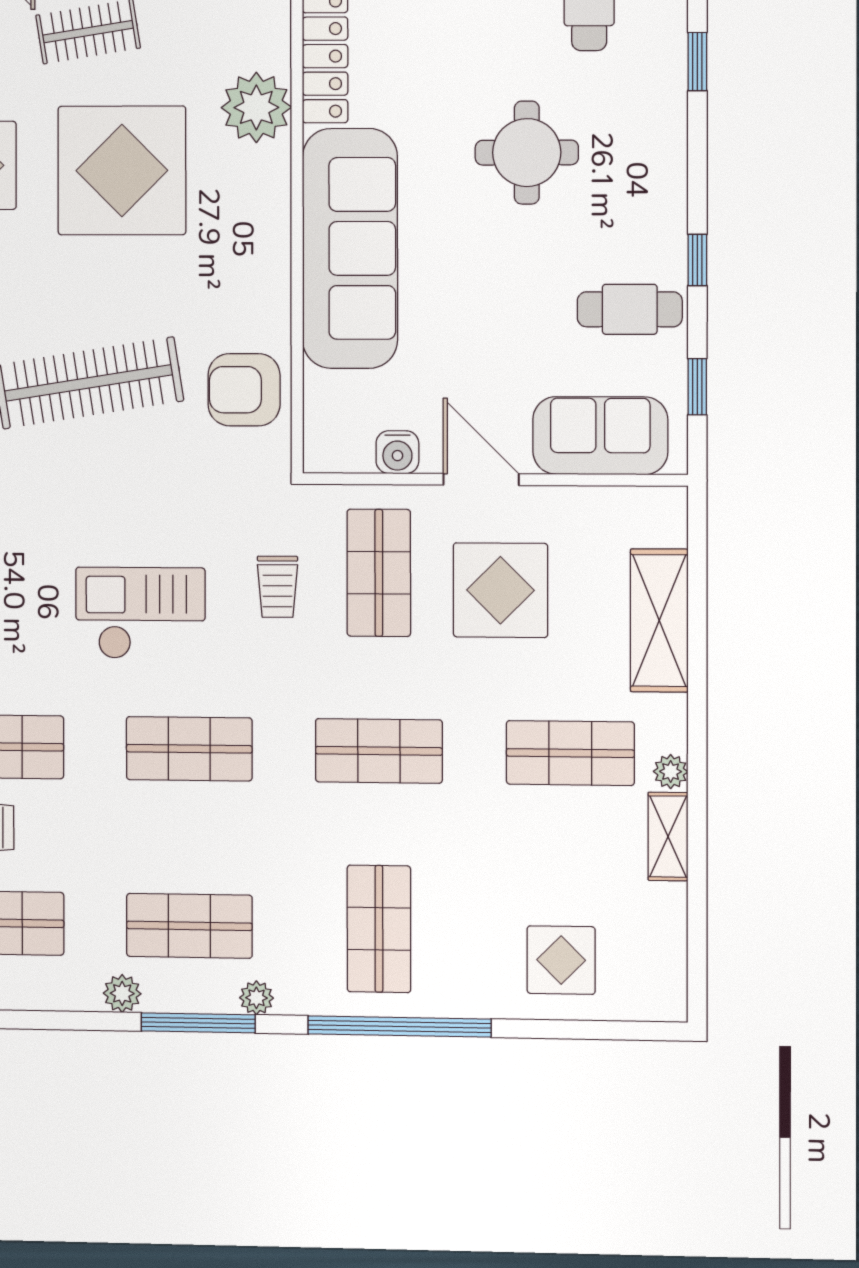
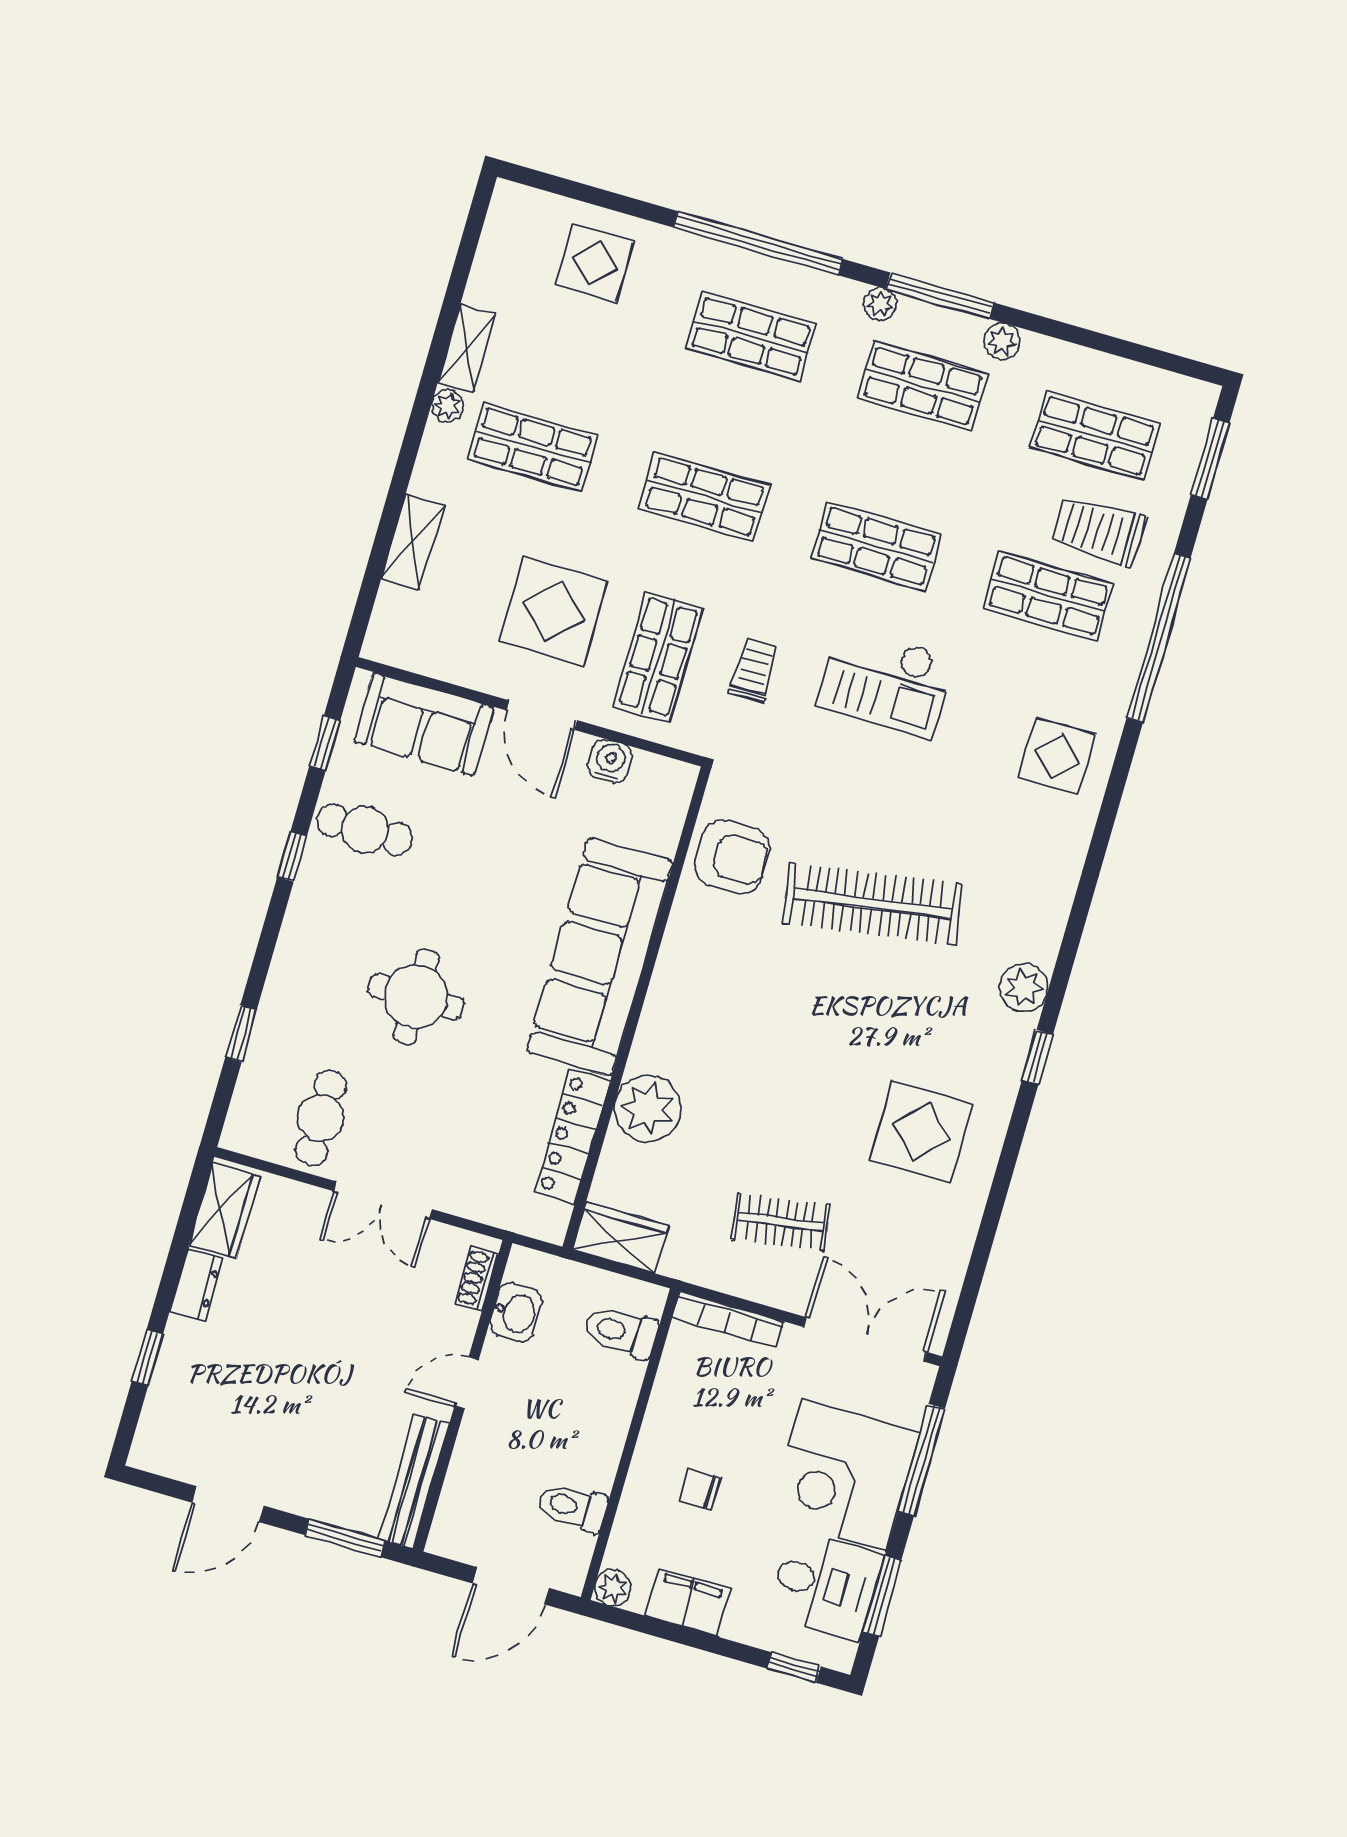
display table: (122, 170) -> (786, 1087), removed
shelving: (659, 620) -> (412, 542), width x0.67, depth x0.75
shop shelf: (379, 929) -> (751, 336), turned 90

